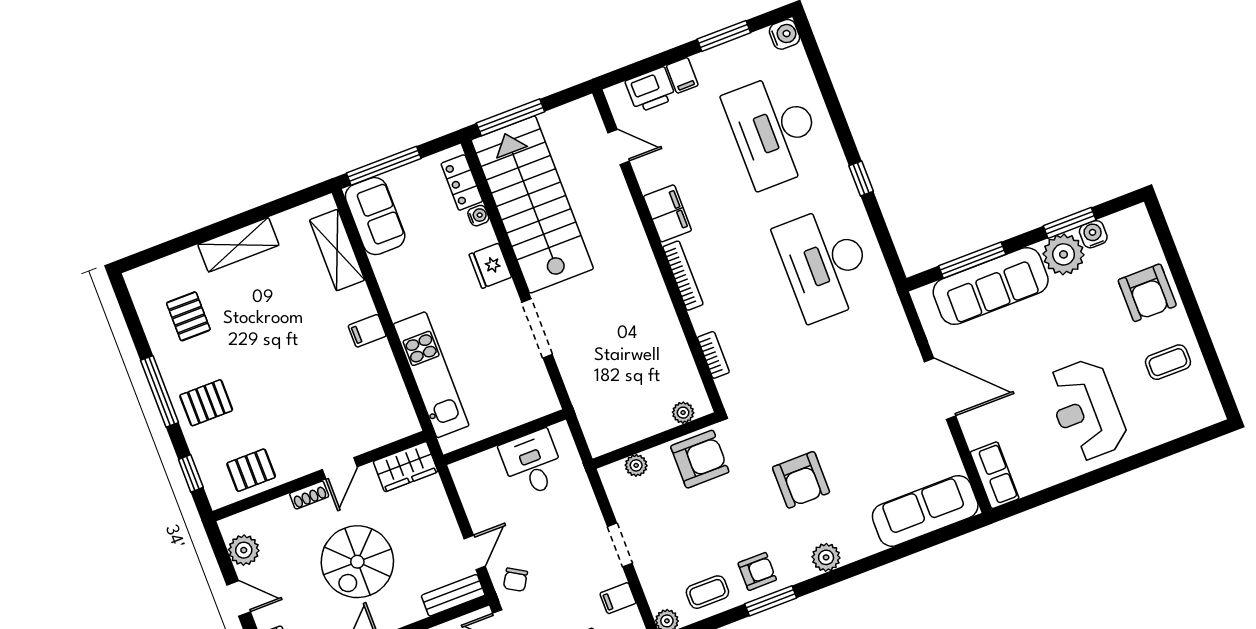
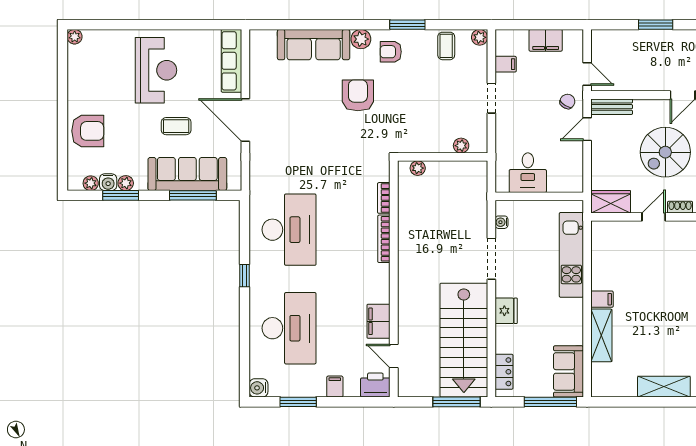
printer: (651, 90) -> (375, 385), moved
filing cabinet: (667, 213) -> (379, 321), moved
water cooler: (478, 216) -> (501, 222), moved
plant: (1116, 224) -> (91, 183), added
shelving: (337, 250) -> (601, 335), moved
plant: (1064, 254) -> (126, 183), width x0.53, depth x0.53
bookcase: (683, 276) -> (384, 239), moved
armchair: (1147, 293) -> (88, 131), turned 90
coffee table: (1168, 362) -> (176, 126), moved
plant: (1213, 413) -> (75, 37), added
armchair: (700, 459) -> (418, 134), removed
row of seats: (995, 475) -> (232, 61), width x1.48
sofa: (925, 511) -> (314, 45), moved
spiral stairs: (357, 562) -> (665, 152), turned 180
armchair: (757, 571) -> (391, 52), moved
coffee table: (707, 592) -> (446, 46), turned 90

